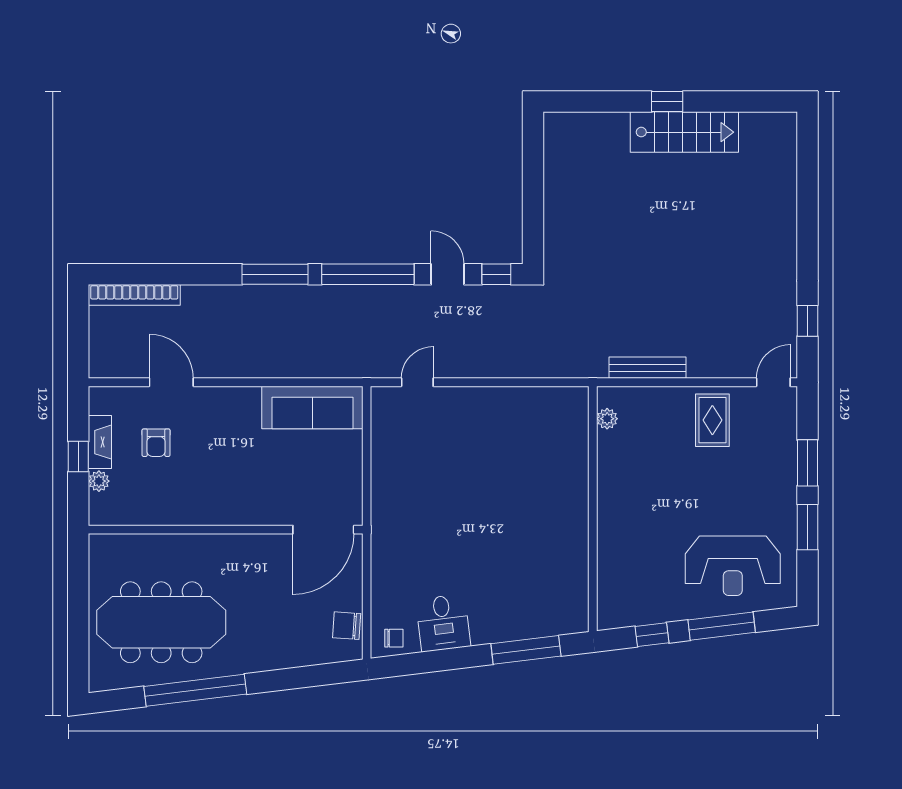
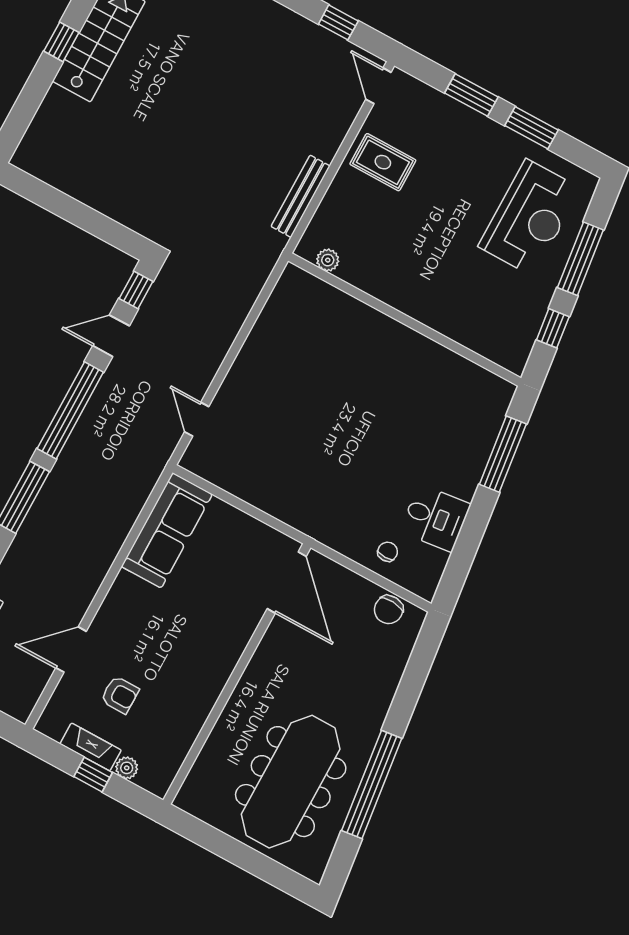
chair: (394, 638) -> (388, 552), moved

